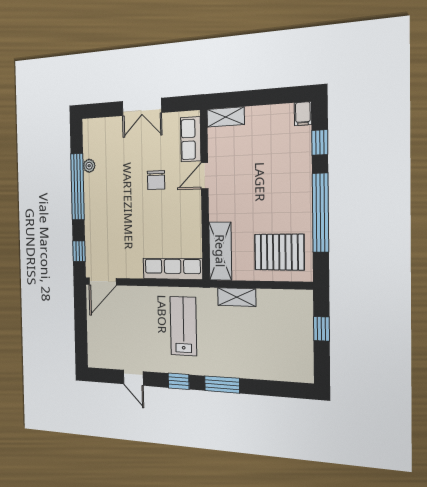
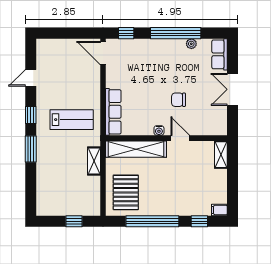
row of seats: (191, 139) -> (220, 54), moved, turned -90
water cooler: (195, 206) -> (159, 130), added
shelving: (220, 251) -> (136, 149), width x1.47

